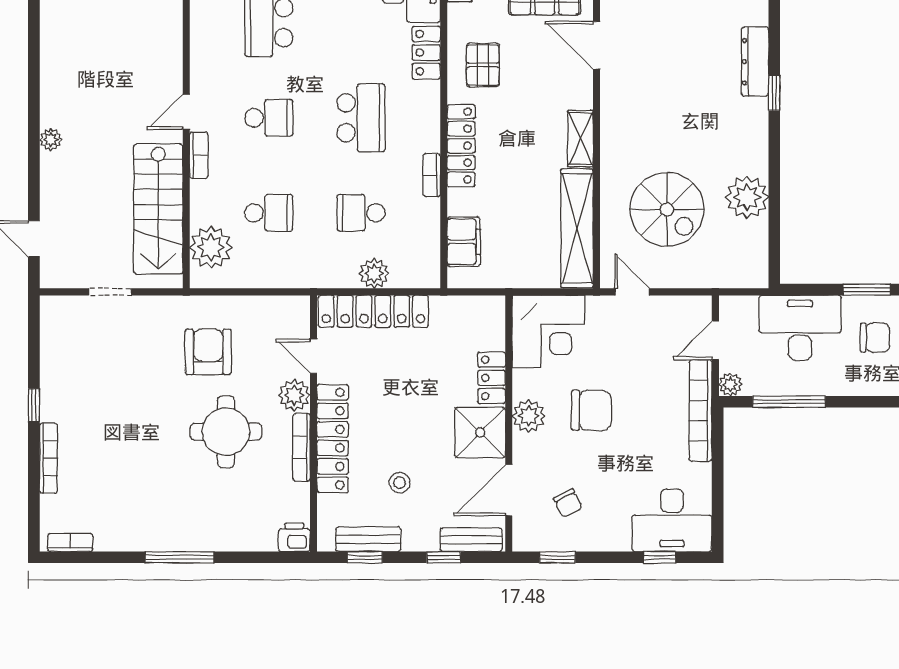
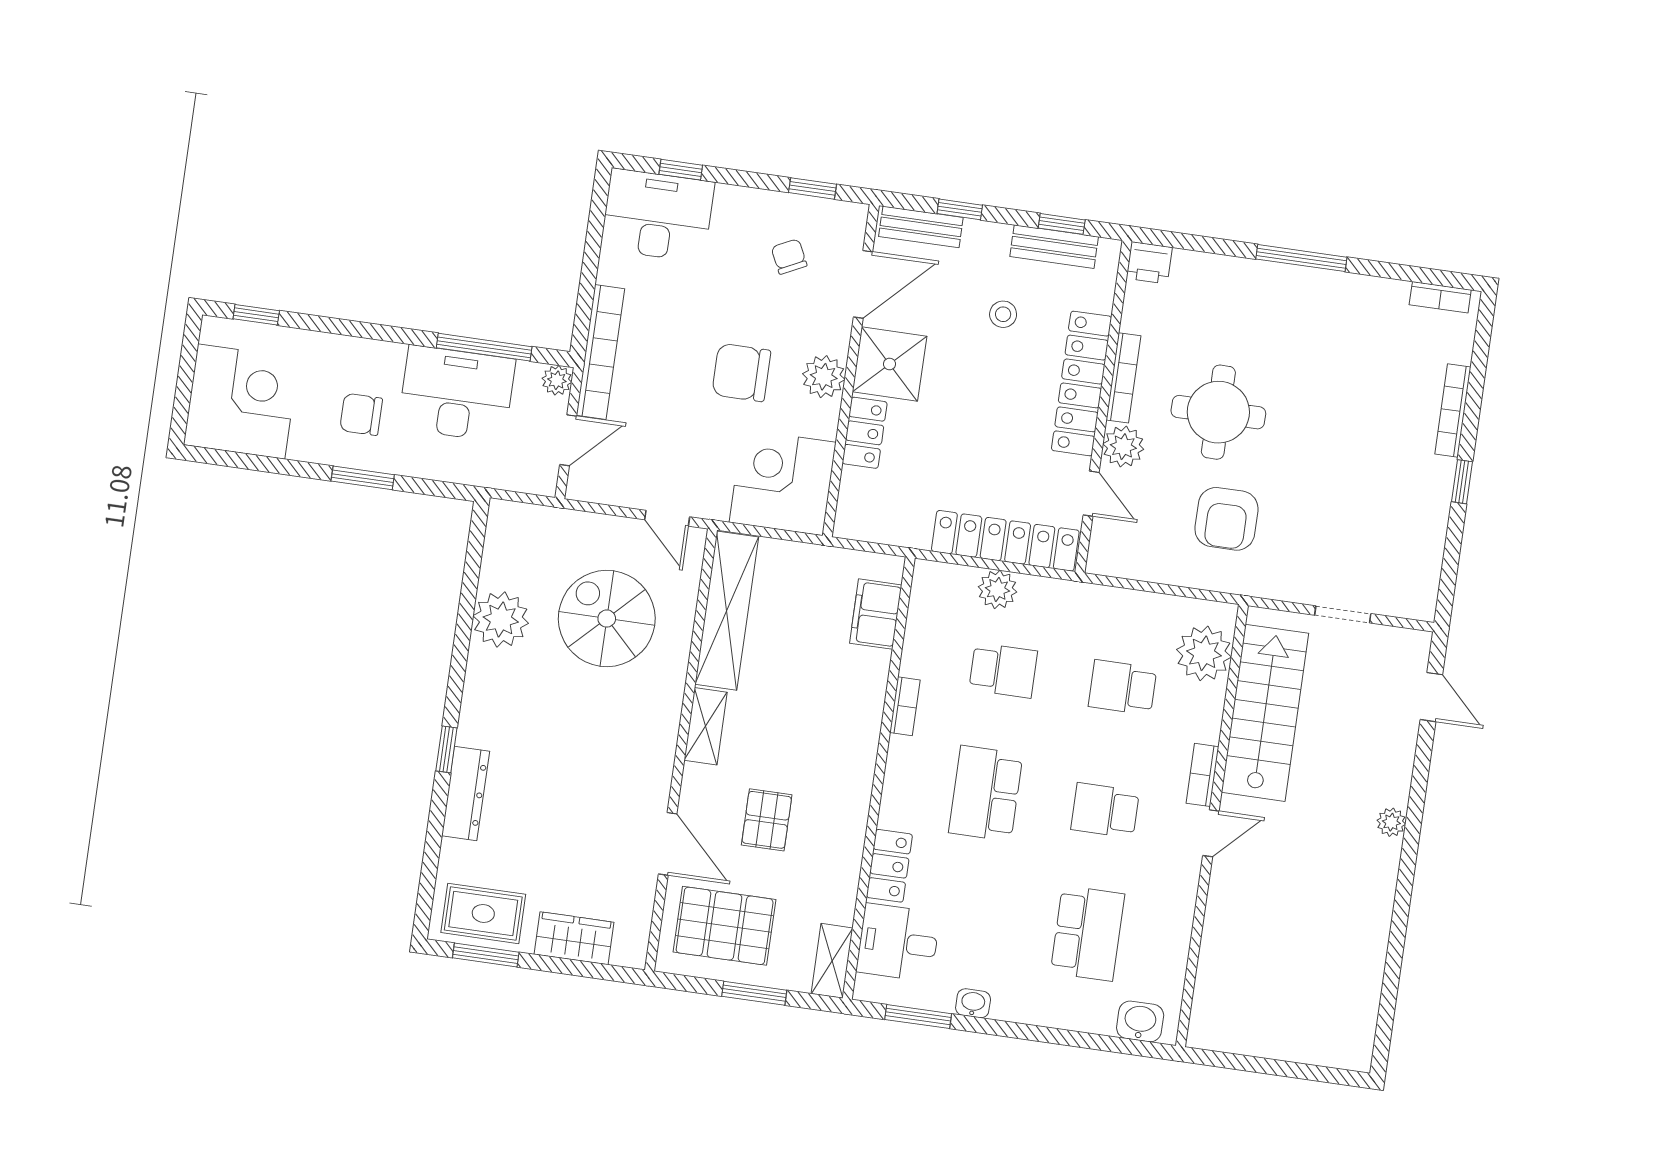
pallet: (483, 65) -> (767, 820), moved
locker: (461, 146) -> (861, 739), removed
desk: (800, 328) -> (457, 394), moved, turned 180

